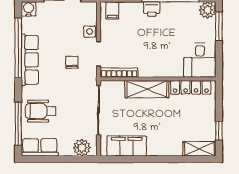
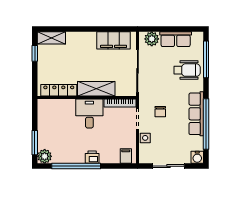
desk: (200, 60) -> (89, 114), moved
row of seats: (40, 147) -> (176, 39), moved

